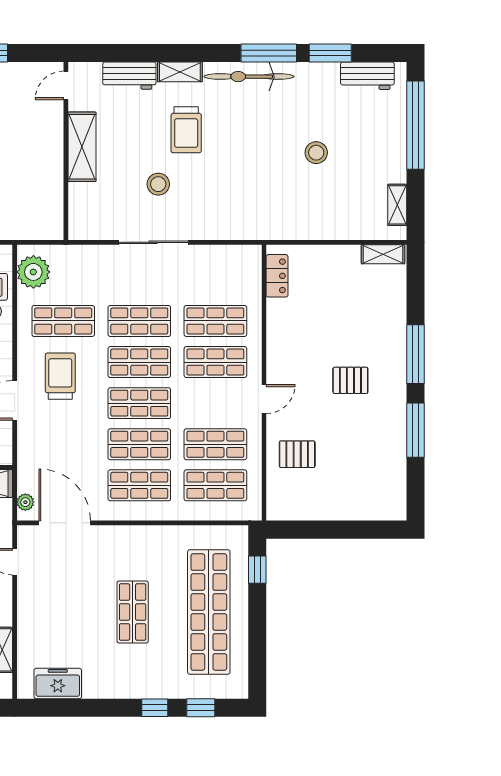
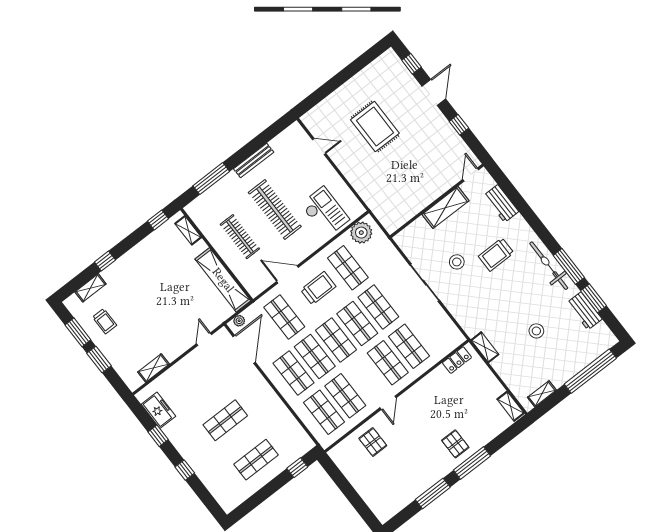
shelving: (180, 72) -> (485, 347), moved
workbench: (367, 76) -> (584, 311), moved
door: (66, 85) -> (471, 175), hinge flipped
pallet: (350, 380) -> (455, 444), moved
door: (264, 399) -> (388, 403), hinge flipped
shop shelf: (63, 444) -> (284, 317), added
shop shelf: (209, 612) -> (256, 460), width x0.50, depth x0.74
window: (201, 708) -> (158, 436), moved

